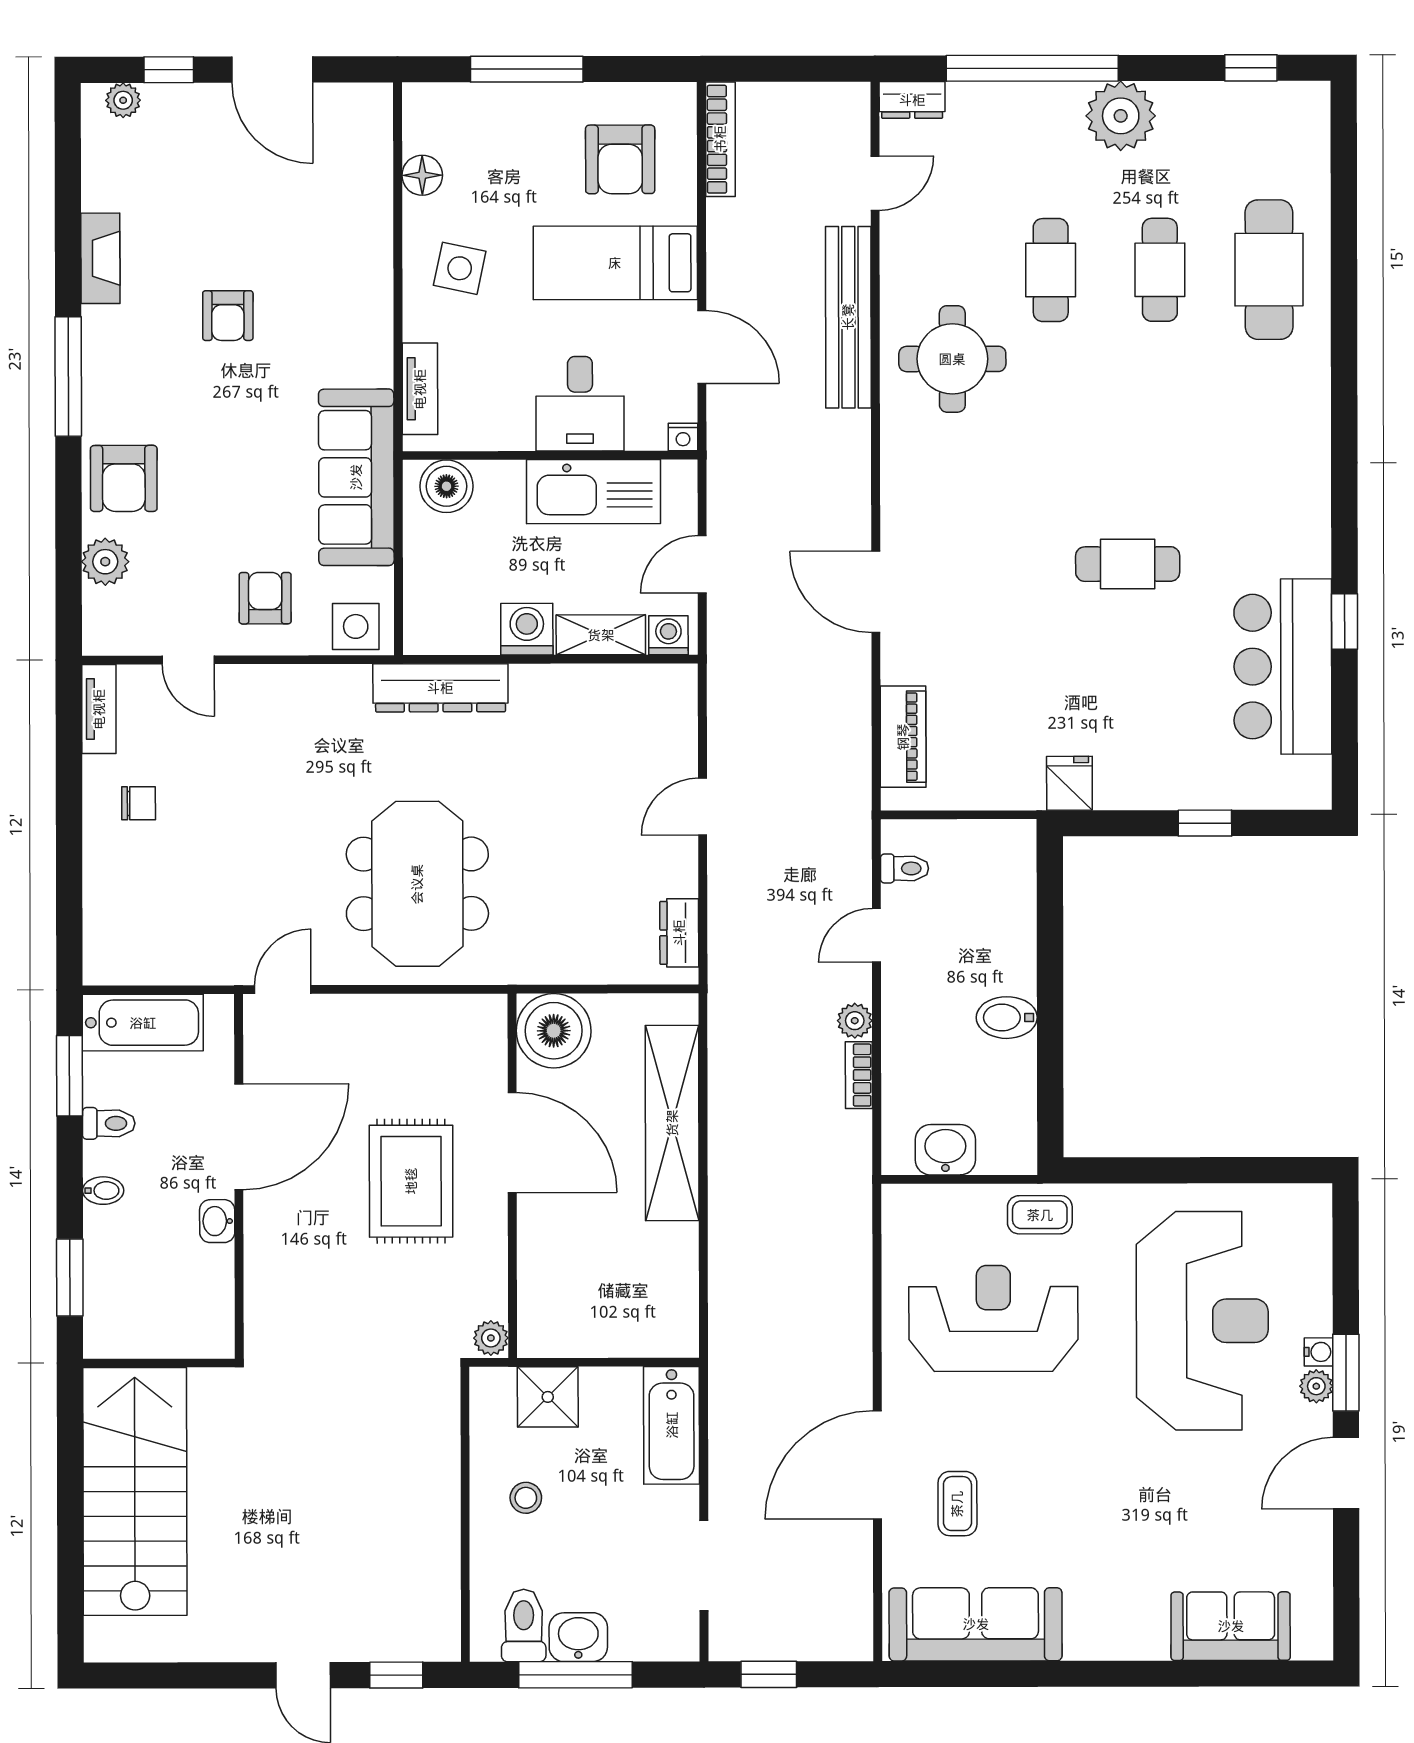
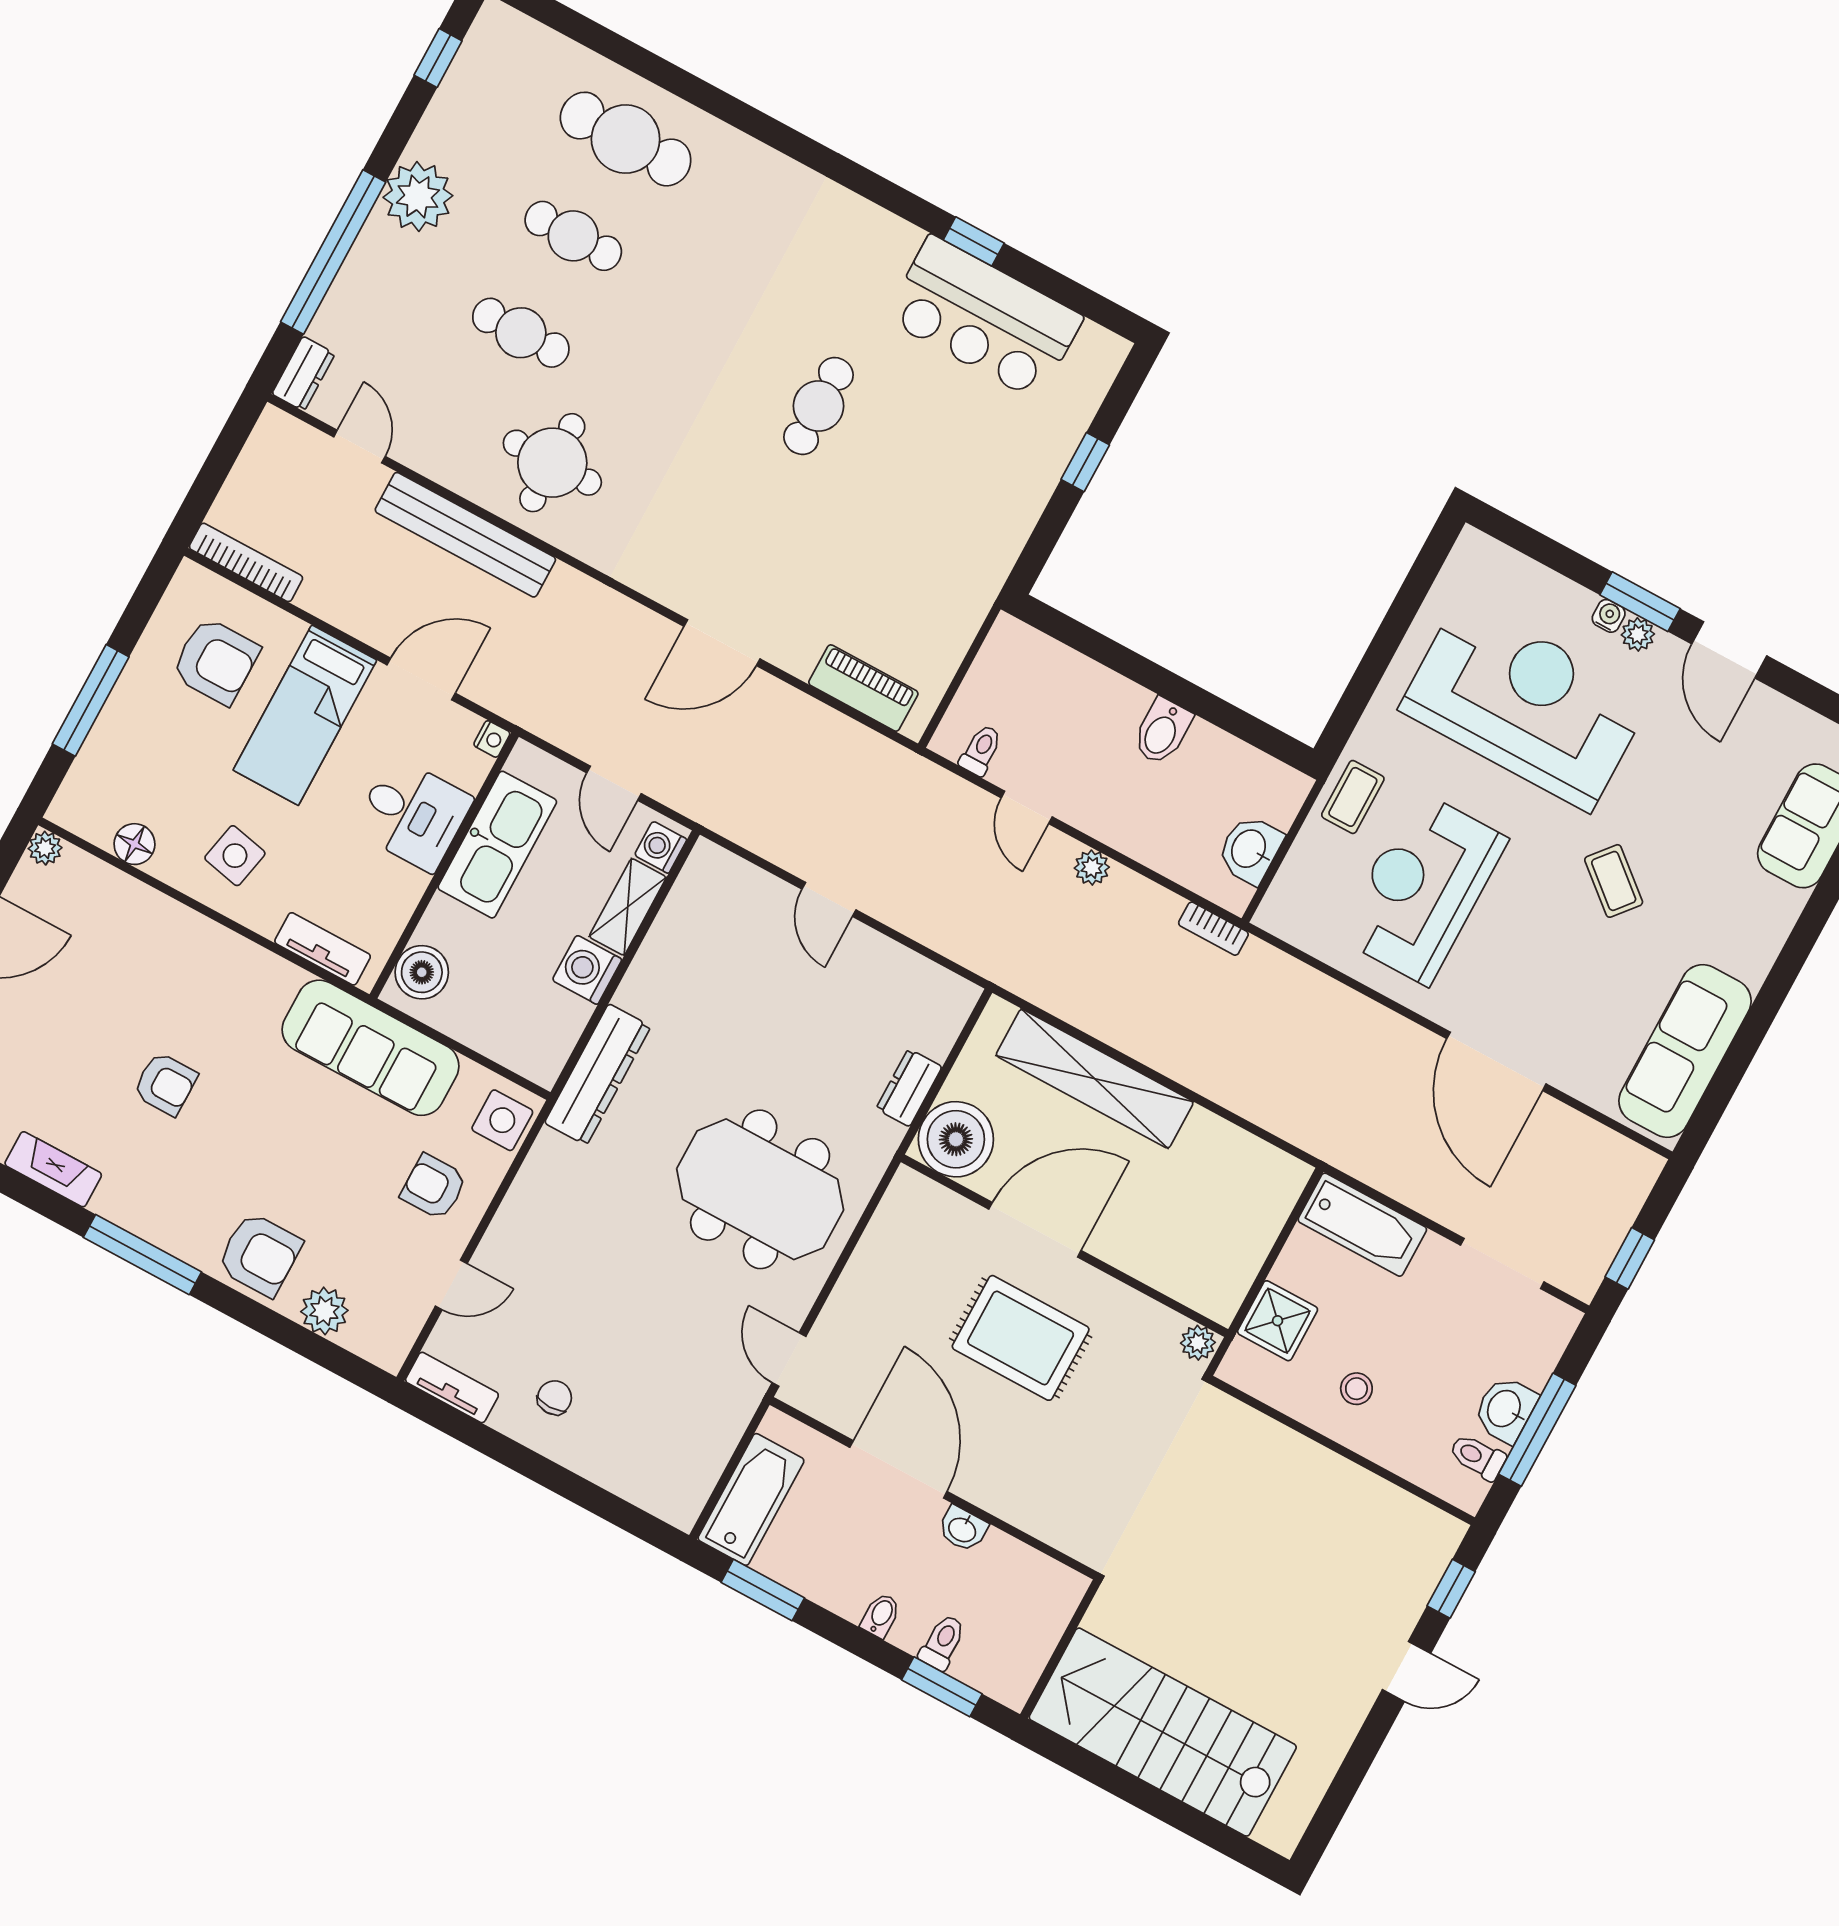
plant: (376, 99) -> (45, 848), added
fridge: (1069, 783) -> (985, 563), removed
dresser: (679, 933) -> (909, 1088), moved, turned 90
bookcase: (859, 1075) -> (1213, 929), moved
toilet: (109, 1123) -> (942, 1642), moved
coffee table: (957, 1504) -> (1614, 881), moved, turned 40
toilet: (524, 1625) -> (1477, 1457), width x0.73, depth x0.72

